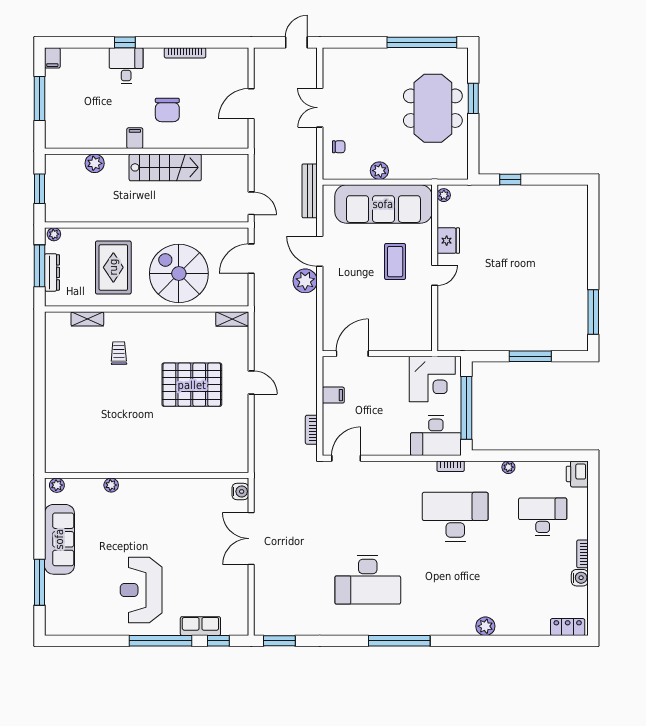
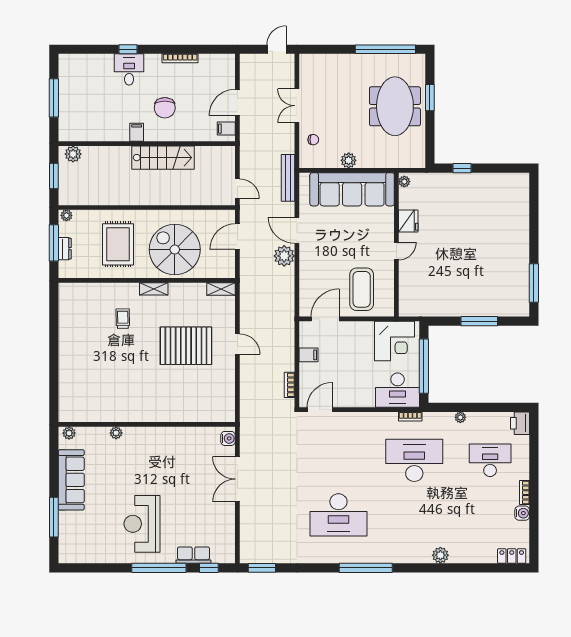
filing cabinet: (52, 58) -> (226, 129), moved, turned 90
plant: (95, 163) -> (73, 154), moved
coffee table: (395, 262) -> (362, 289), moved, width x1.36, depth x1.32
dresser: (52, 272) -> (65, 249), width x0.70
shelving: (87, 319) -> (154, 289), moved

